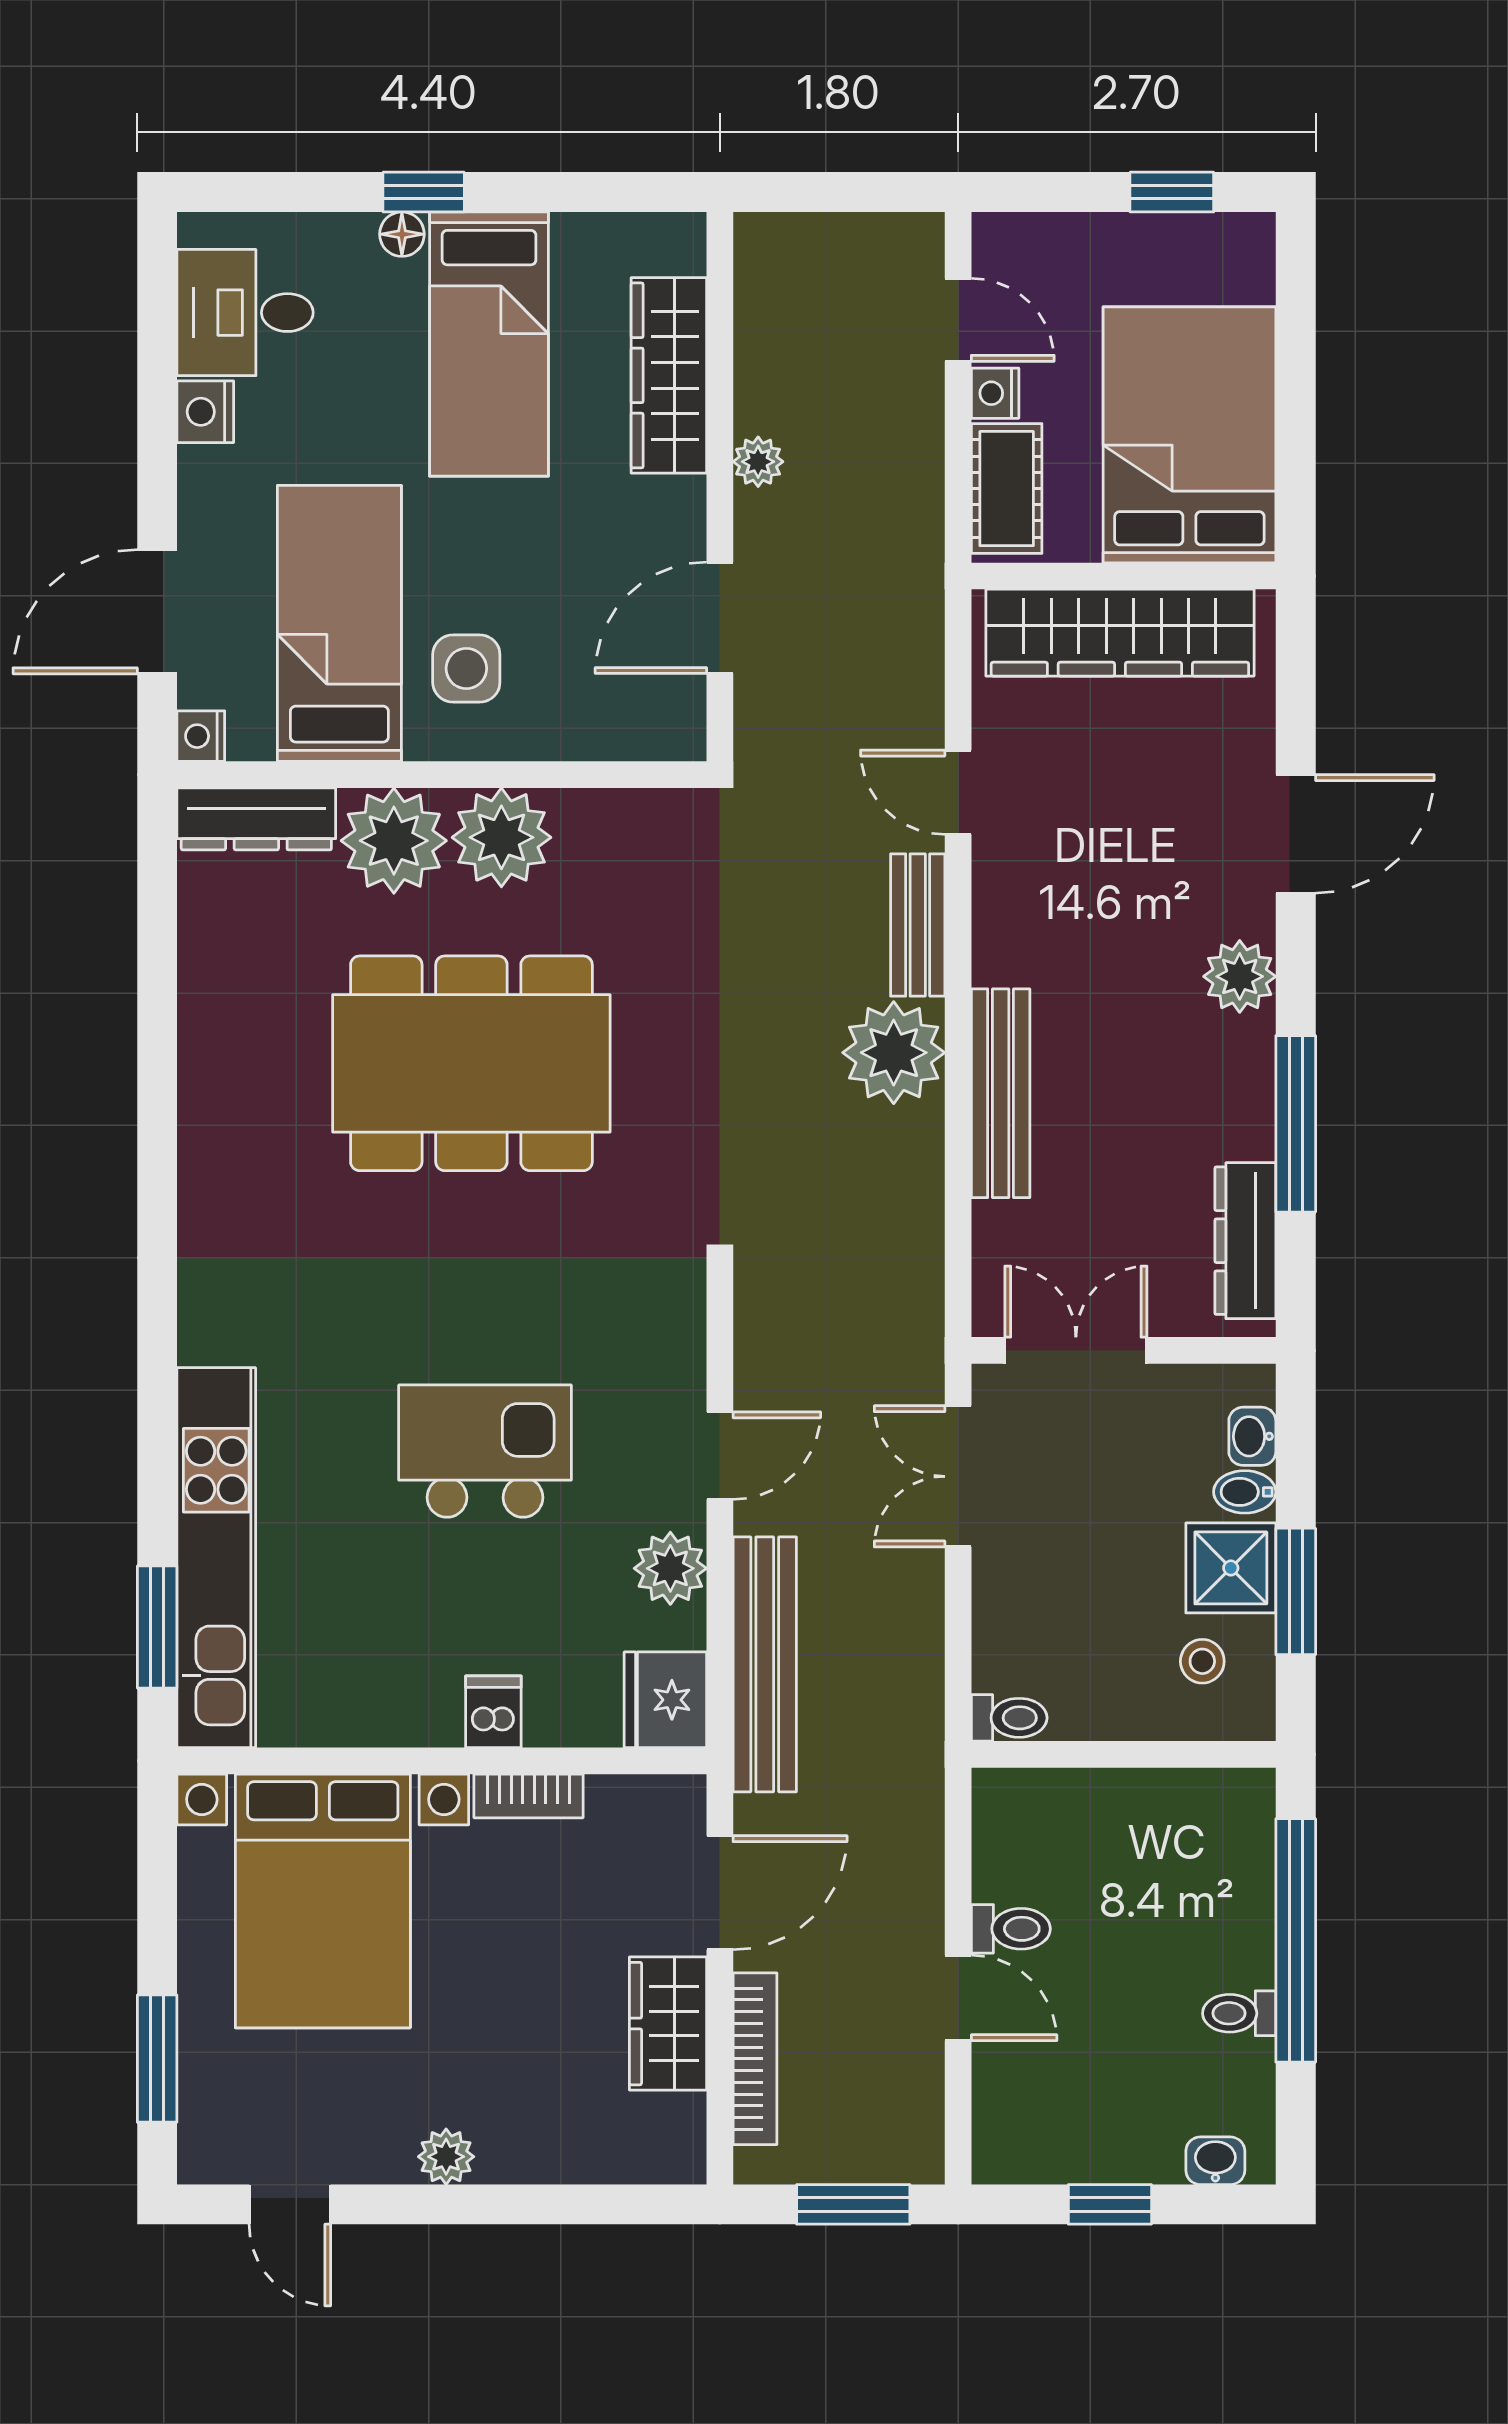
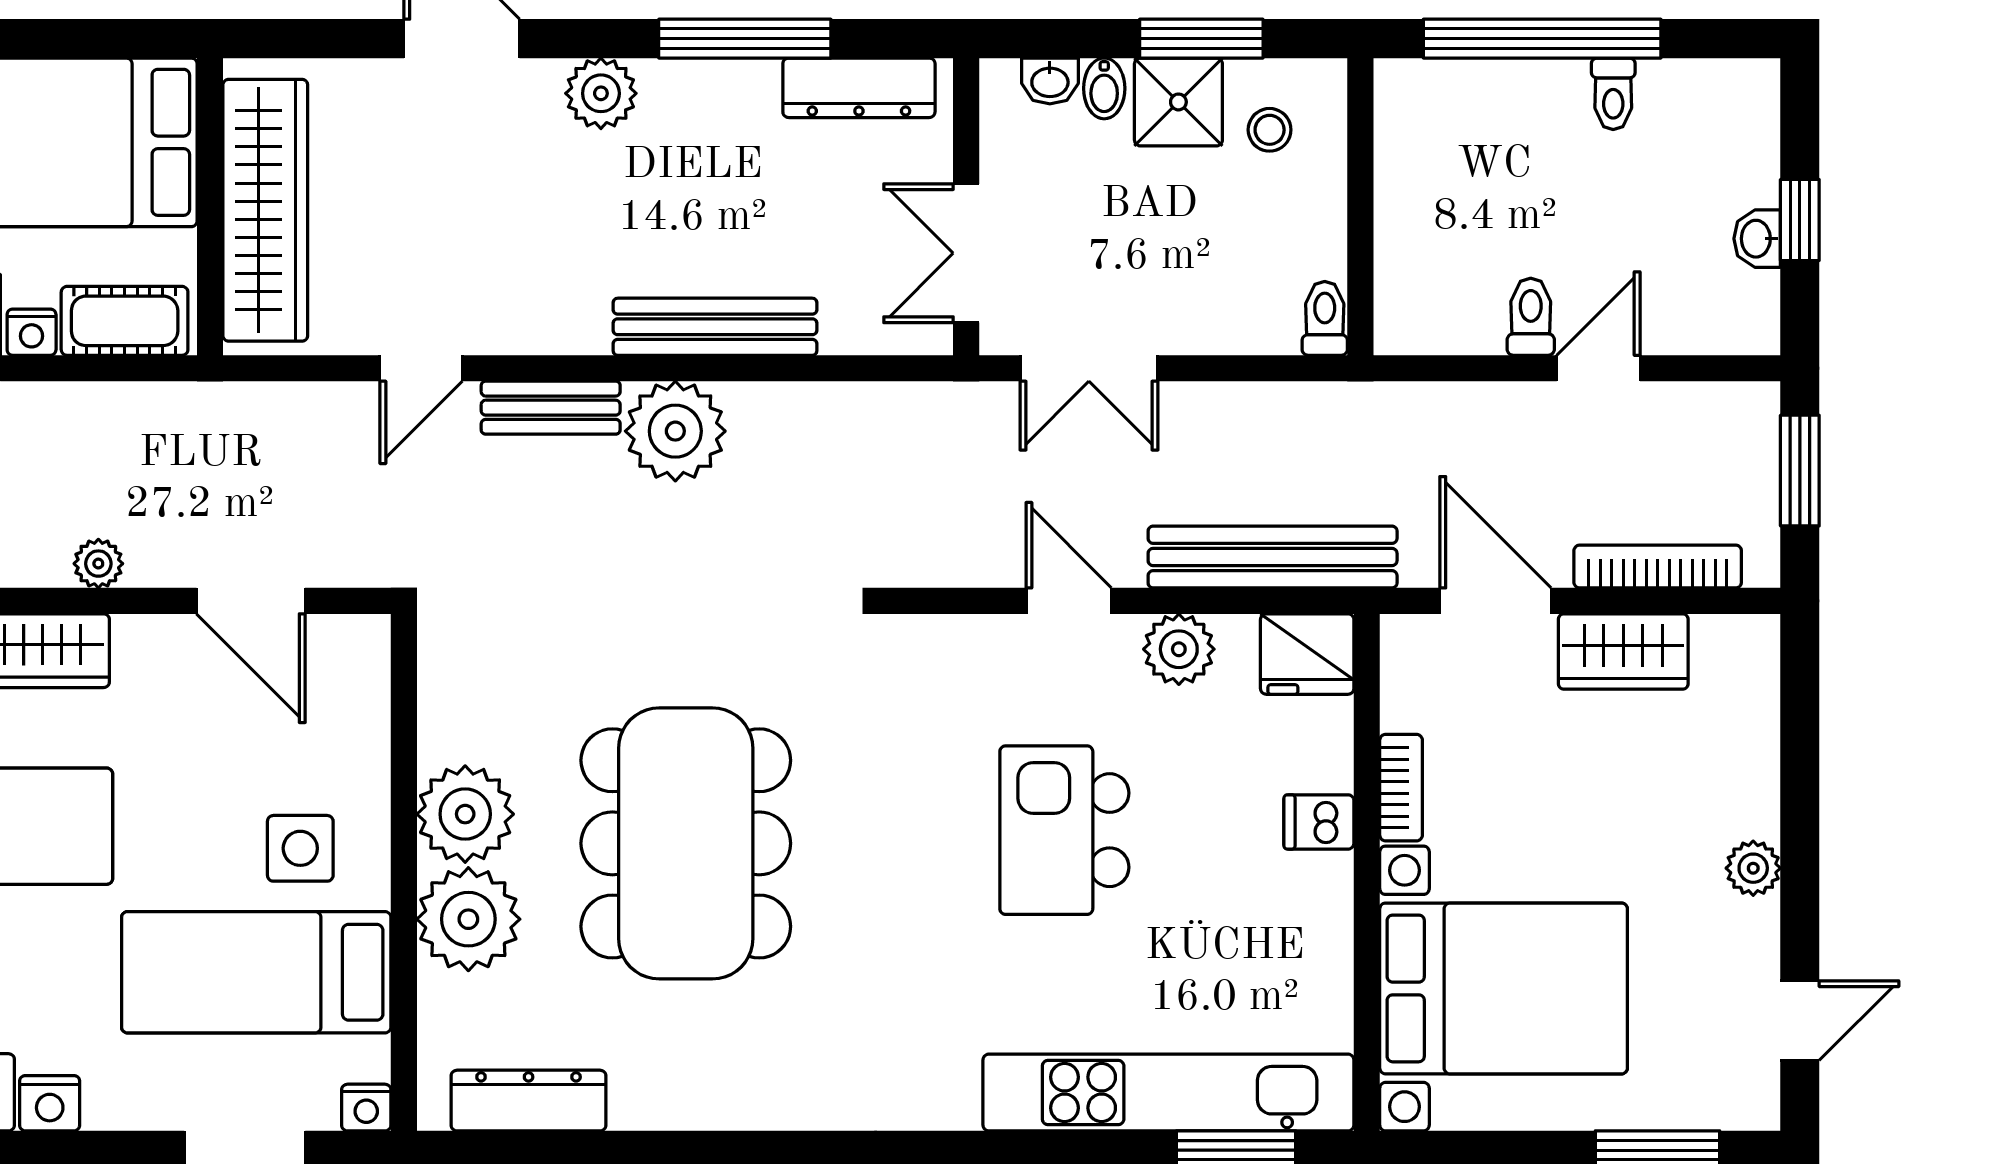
dresser: (256, 819) -> (529, 1101), moved, turned -90
washbasin: (1215, 2161) -> (1757, 239), moved

